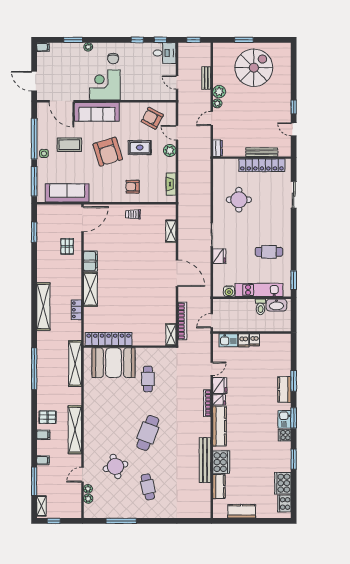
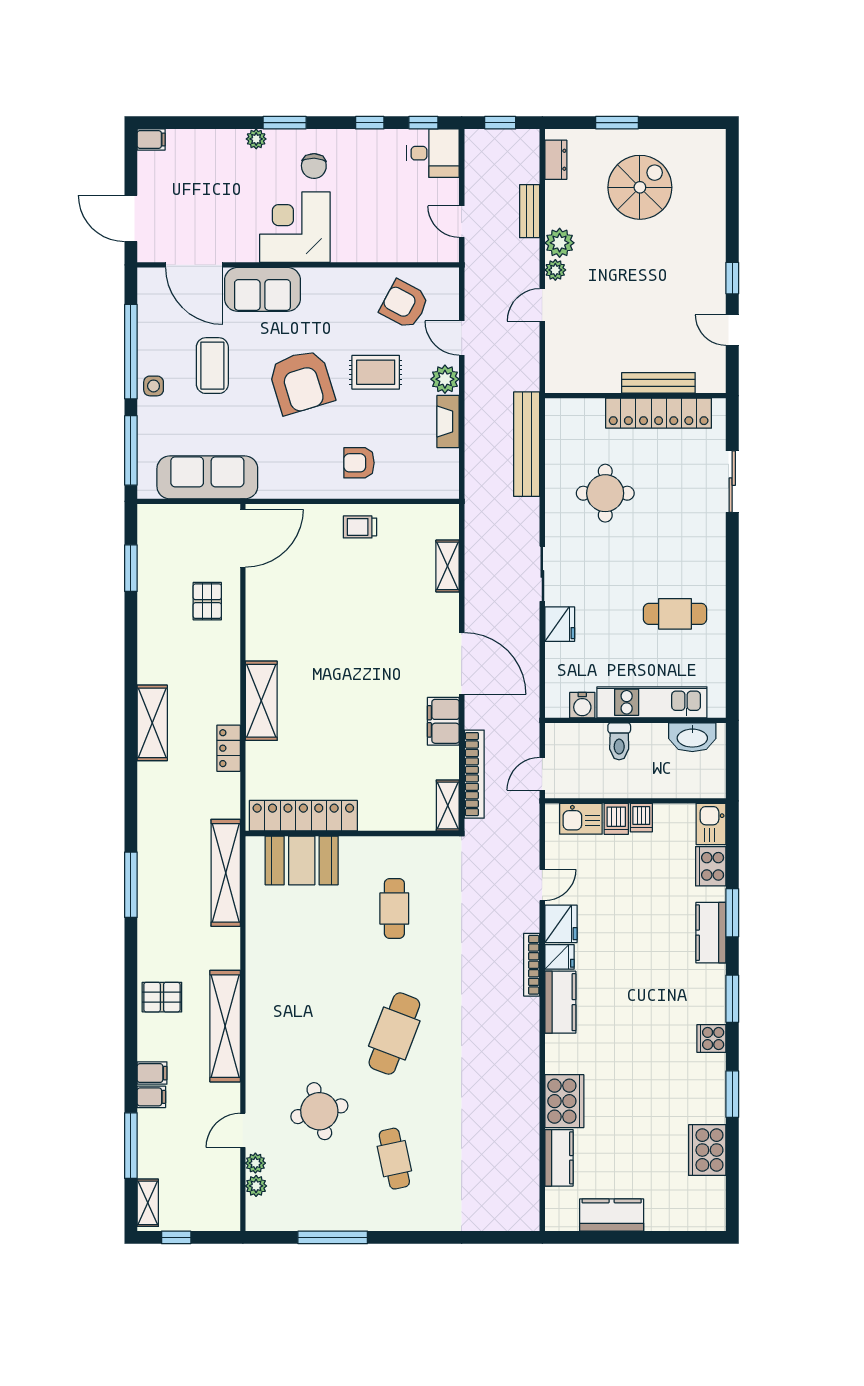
window: (73, 40) -> (285, 123), moved
spiral stairs: (254, 68) -> (640, 187), width x0.73, depth x0.73
sofa: (97, 112) -> (262, 289), width x0.73
coffee table: (69, 145) -> (212, 366), turned 90
dresser: (218, 148) -> (556, 160), moved
fireplace: (171, 184) -> (448, 422), moved
filing cabinet: (90, 261) -> (443, 721), moved, turned 180
window: (294, 280) -> (732, 679), removed
shelving: (43, 306) -> (152, 723), width x0.68
toilet: (261, 307) -> (619, 741), moved
booth: (114, 363) -> (302, 860), width x0.73, depth x0.70
window: (34, 369) -> (131, 885), width x0.68
kitchen sink: (284, 419) -> (711, 824), moved
kitchen counter: (219, 426) -> (560, 1002), width x0.67
filing cabinet: (43, 435) -> (152, 1073), moved
bench: (205, 460) -> (527, 444), moved
cooker: (284, 503) -> (711, 866), moved

